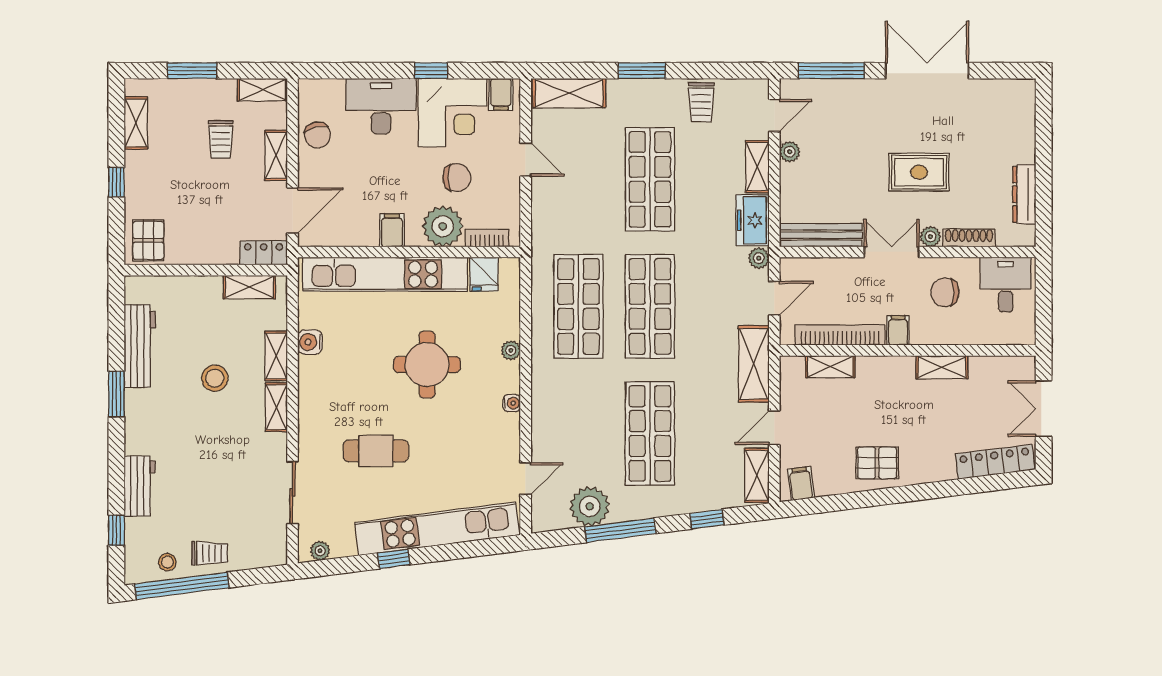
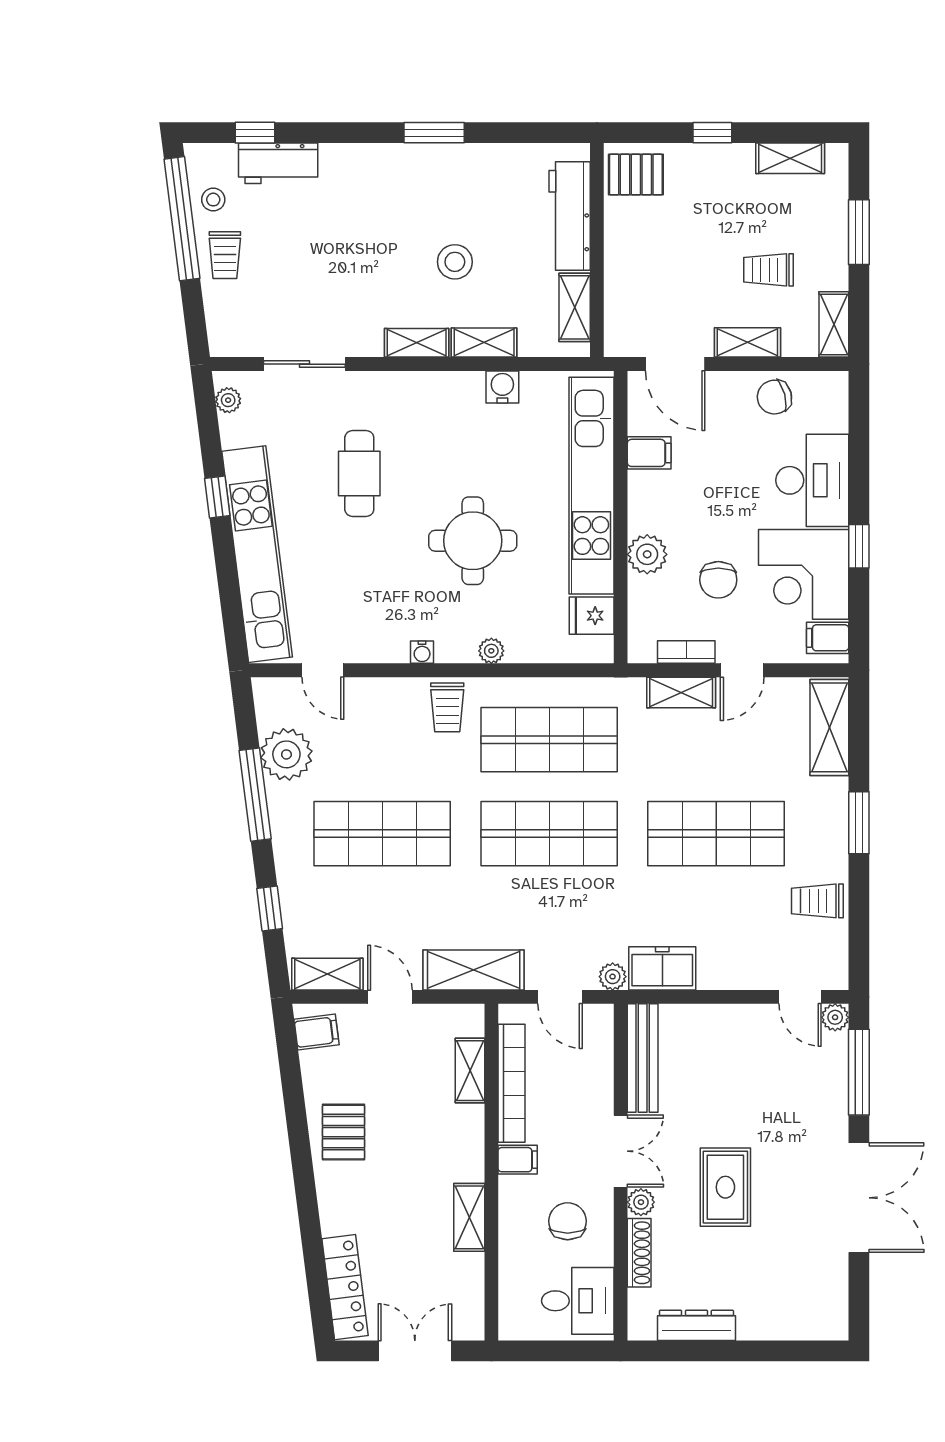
plant: (790, 152) -> (835, 1017), moved
shelving: (757, 167) -> (681, 693), moved
plant: (443, 226) -> (647, 554), width x0.73, depth x0.73
filing cabinet: (392, 230) -> (649, 453), moved
bookcase: (487, 238) -> (686, 652), moved, turned -90
locker: (264, 253) -> (619, 326), removed
workbench: (140, 346) -> (570, 216), moved, turned 90
trolley: (554, 384) -> (447, 707), added
workbench: (140, 486) -> (278, 163), moved

